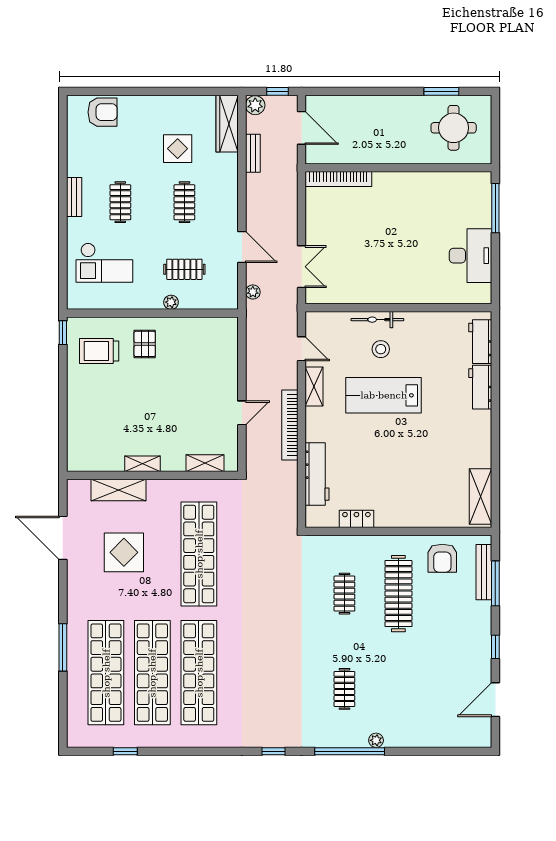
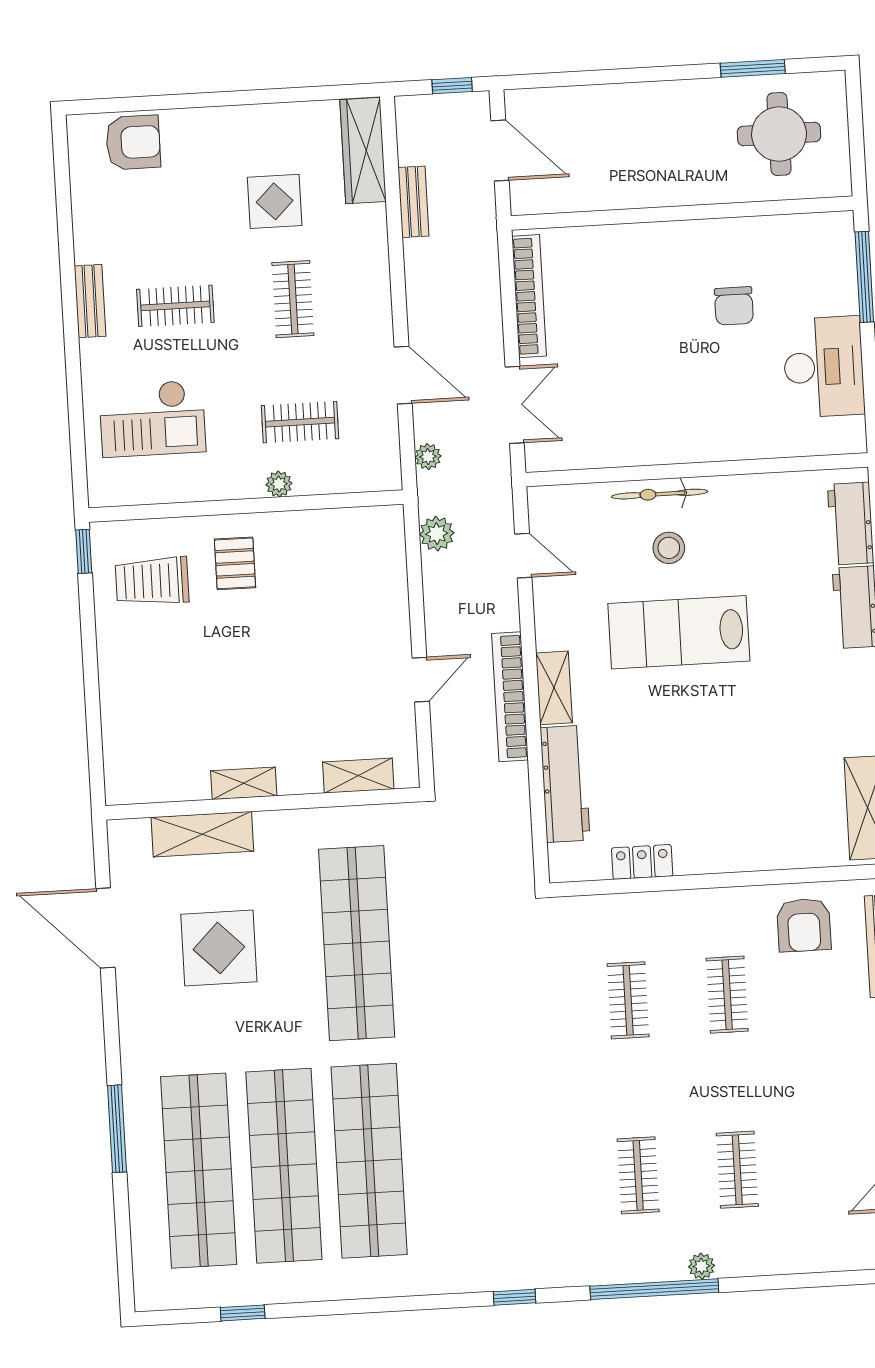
plant: (255, 105) -> (437, 534), moved
bookcase: (338, 179) -> (529, 296), moved, turned -90
clothes rail: (120, 202) -> (175, 306), turned 90
chair: (424, 220) -> (734, 306), added
shelving: (314, 387) -> (554, 688), moved
clothes rail: (398, 594) -> (727, 995), width x0.54, depth x0.76
clothes rail: (398, 689) -> (737, 1170), added

